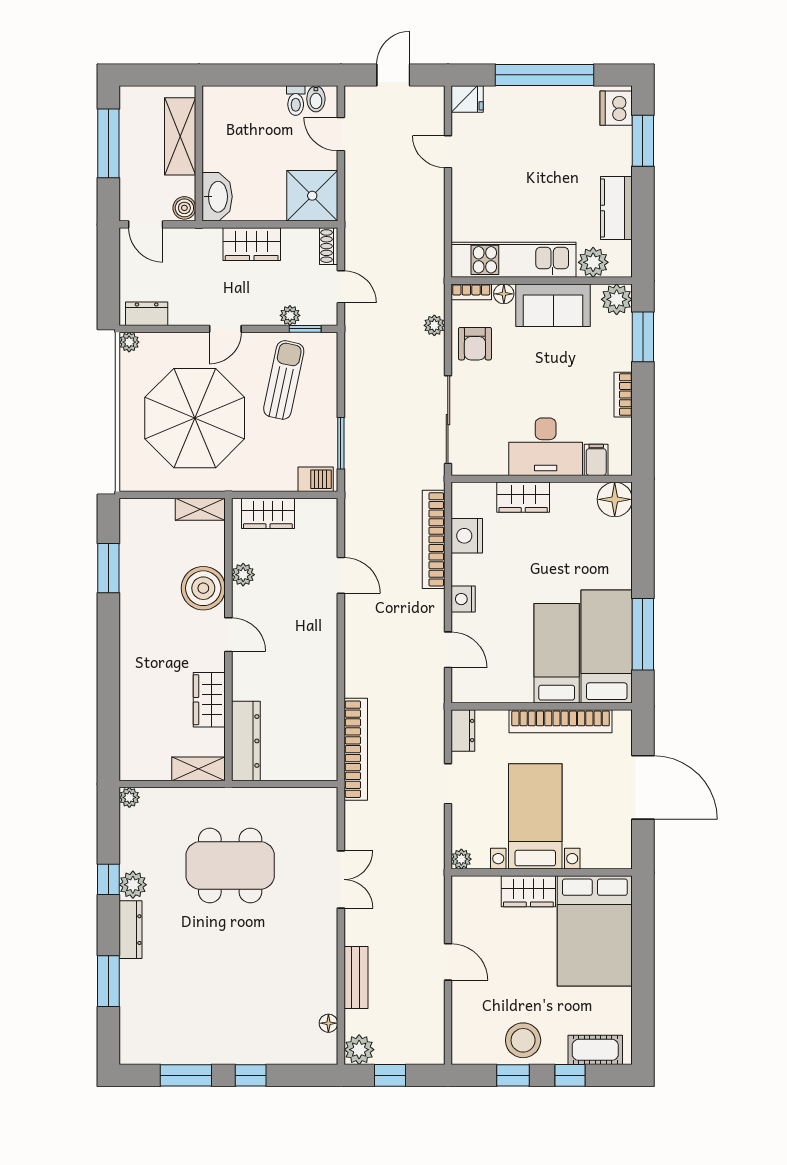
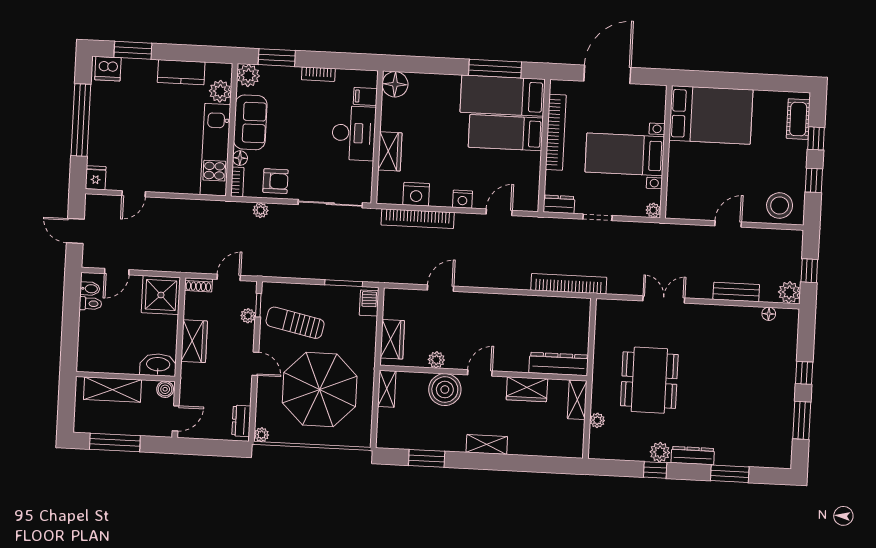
shelving: (132, 649) -> (487, 444), added
plant: (129, 797) -> (597, 420), moved
wardrobe: (528, 891) -> (679, 162), removed
stool: (523, 1040) -> (780, 206), moved

